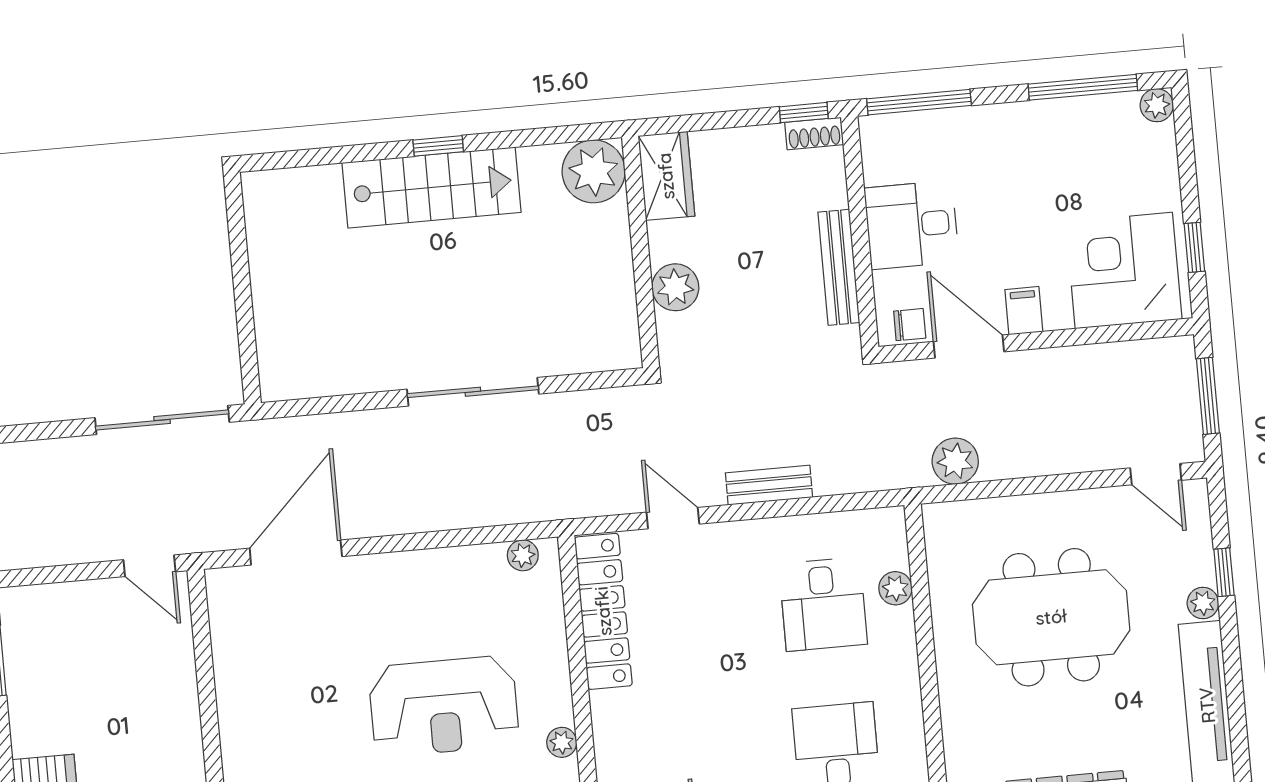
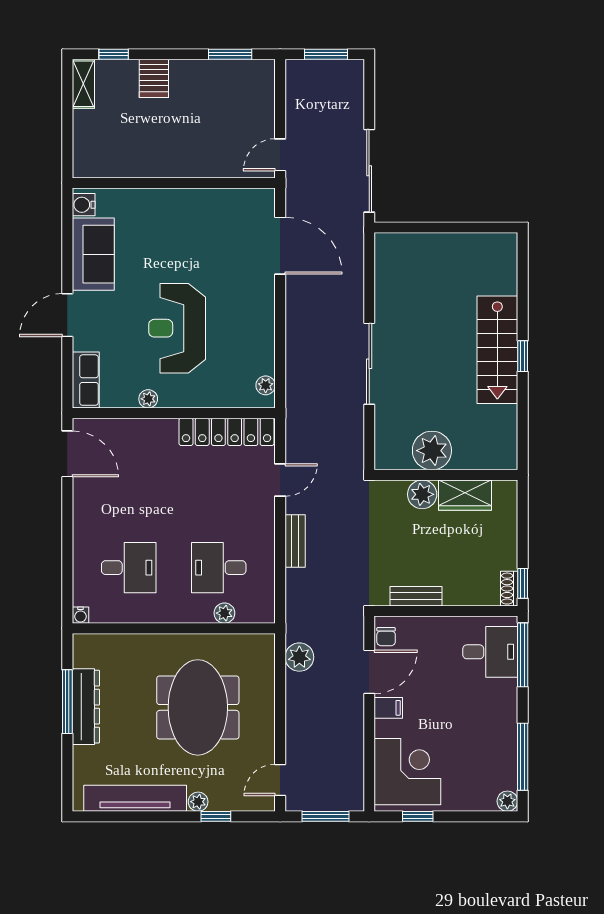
plant: (594, 171) -> (432, 451), moved
wardrobe: (666, 176) -> (465, 495), moved
desk: (911, 225) -> (490, 652), moved, turned 90
bench: (839, 267) -> (416, 596), width x0.73

